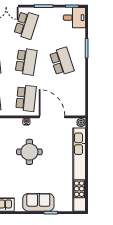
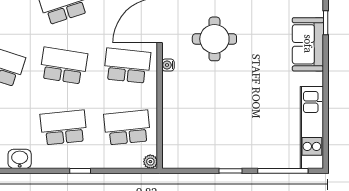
round table: (29, 152) -> (214, 39), moved

